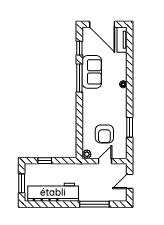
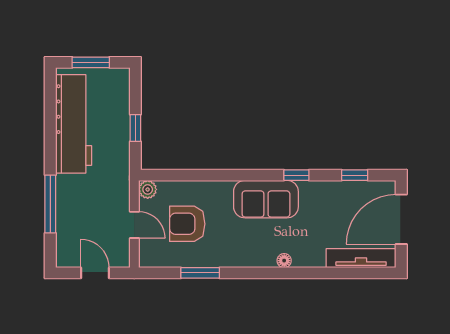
tv unit: (122, 40) -> (361, 258), width x1.41
sofa: (92, 72) -> (266, 199), moved
window: (79, 78) -> (296, 175), width x0.46
window: (45, 161) -> (135, 128), moved

